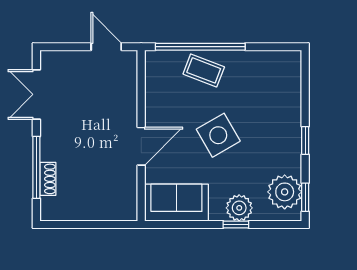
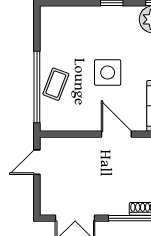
side table: (218, 135) -> (108, 73), turned 30

